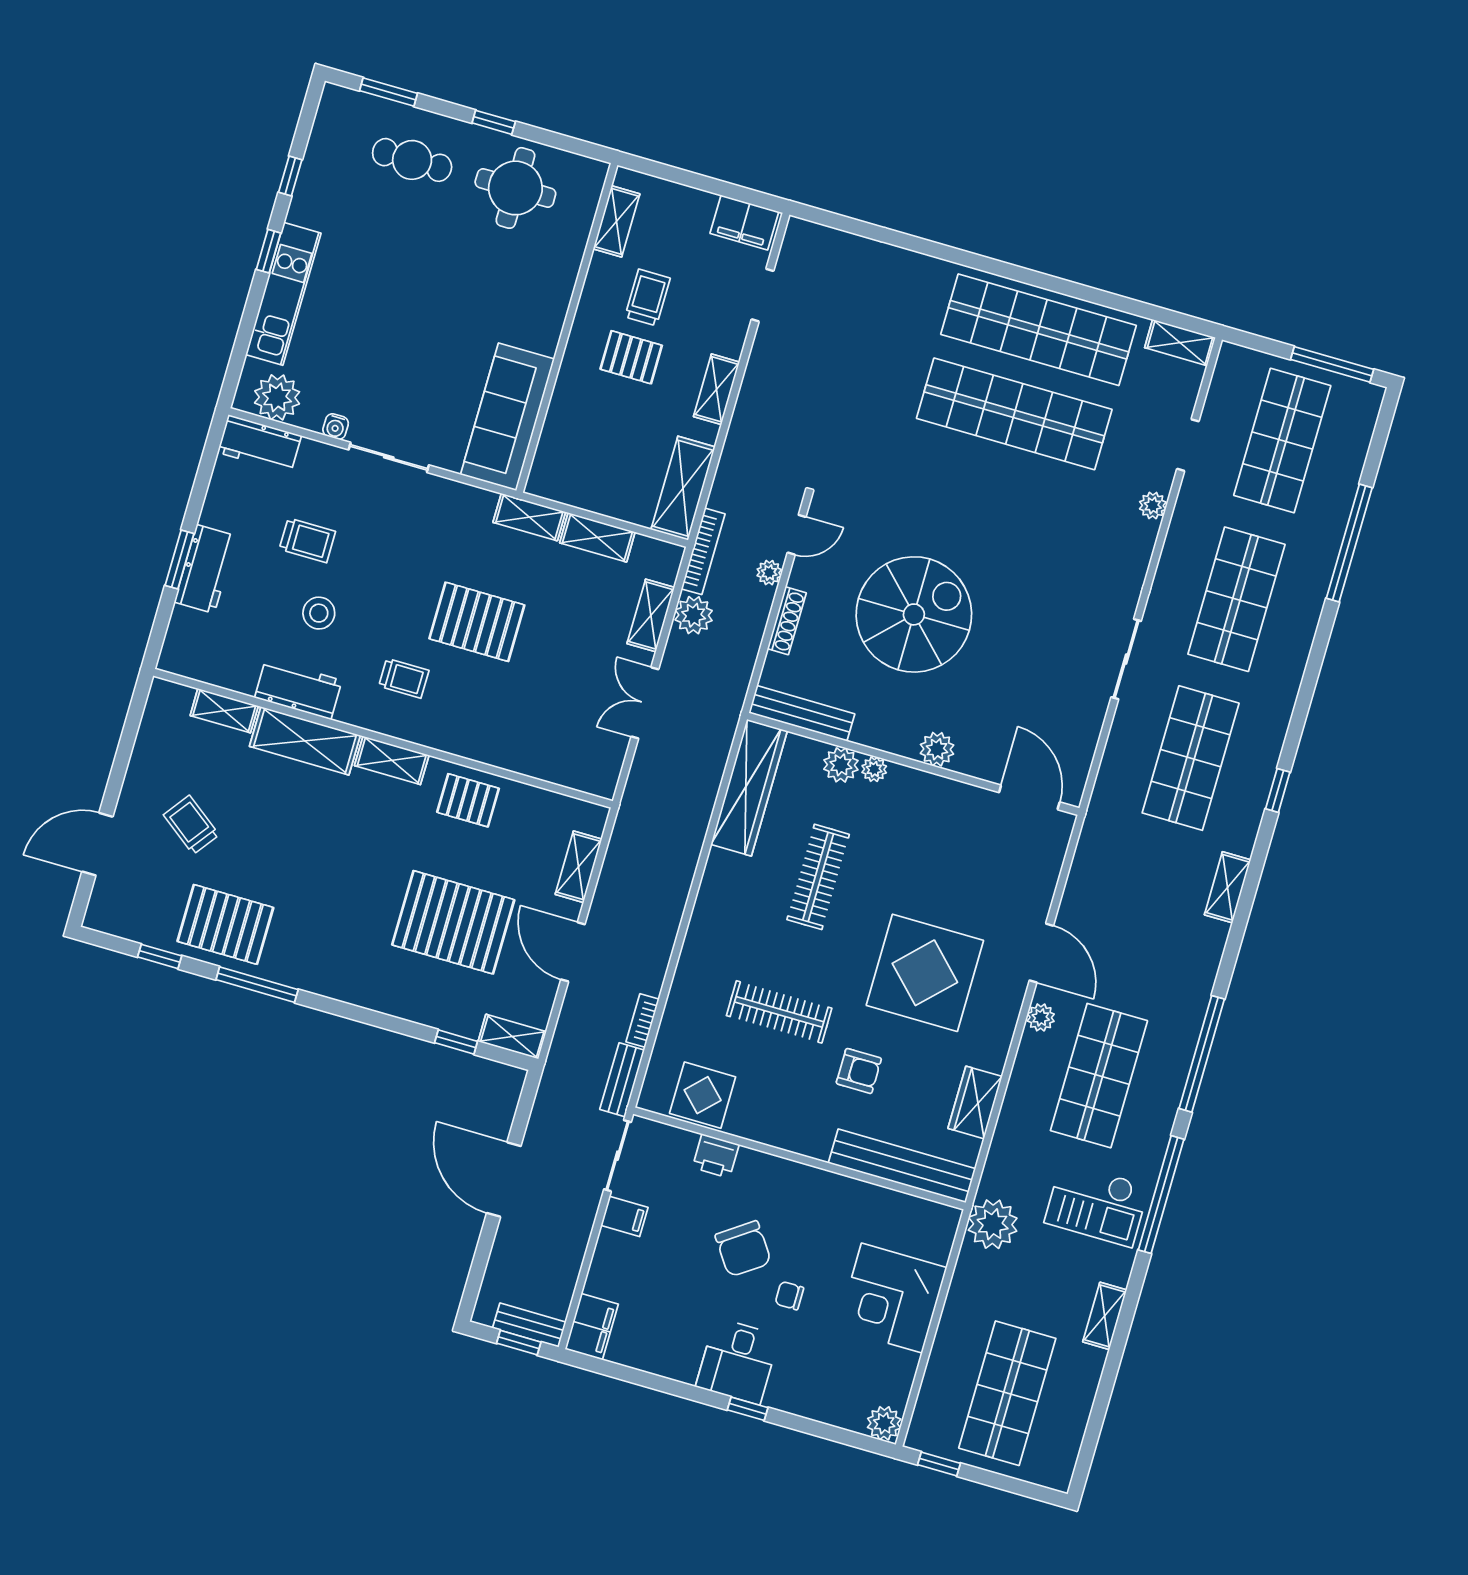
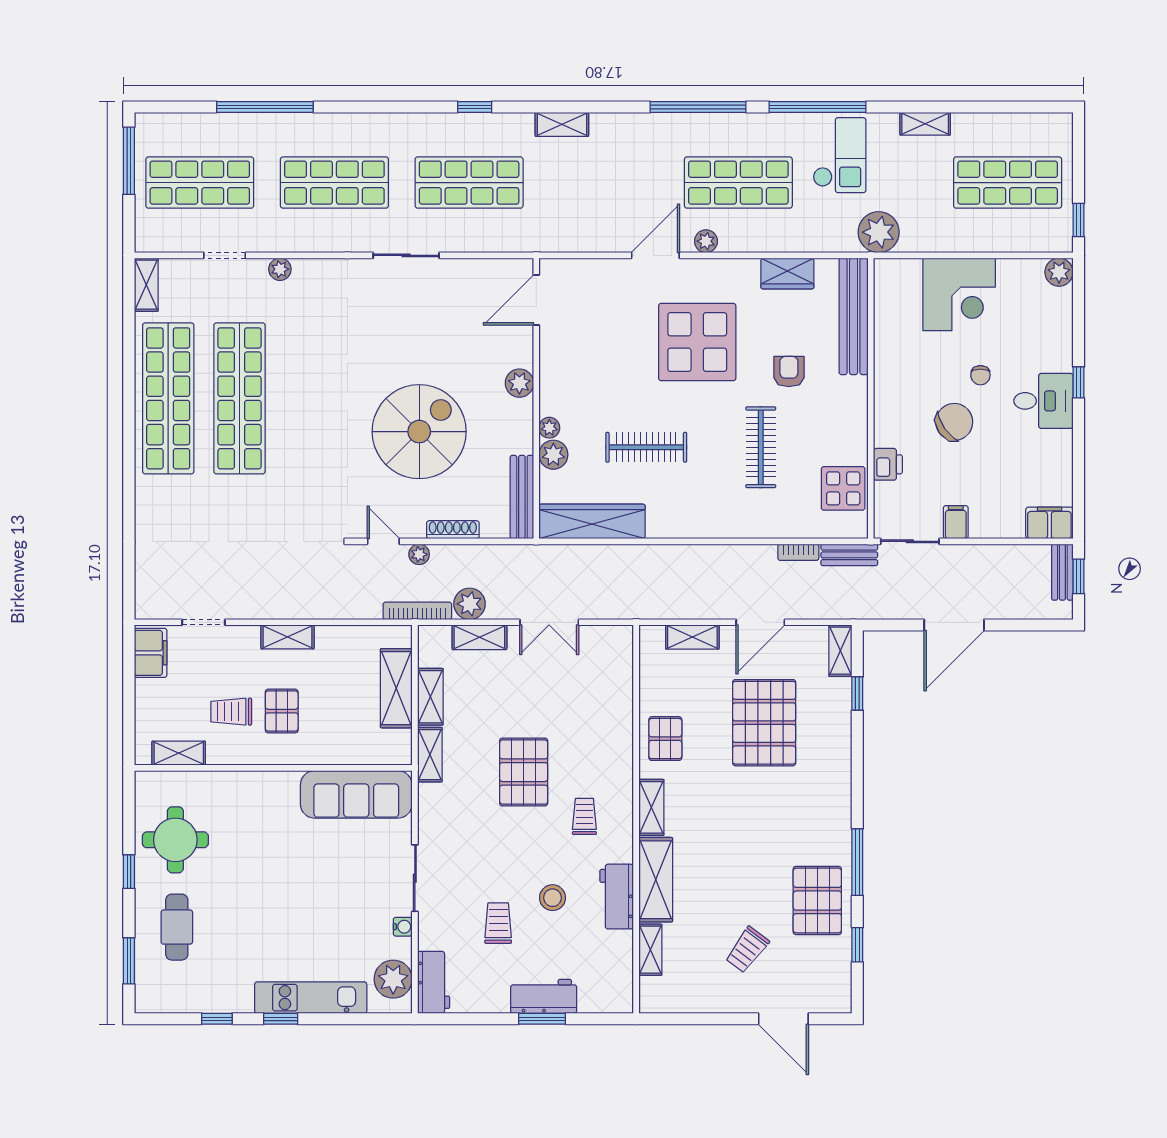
shelving: (683, 488) -> (396, 688), moved, turned 90
spiral stairs: (914, 614) -> (419, 432), turned 90

